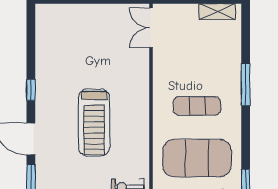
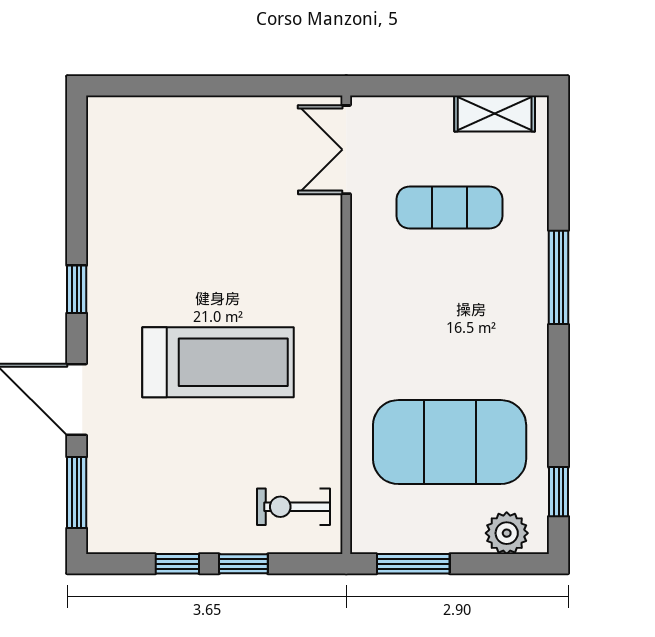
exercise mat: (197, 106) -> (450, 208), moved
treadmill: (94, 123) -> (218, 362), turned -90

